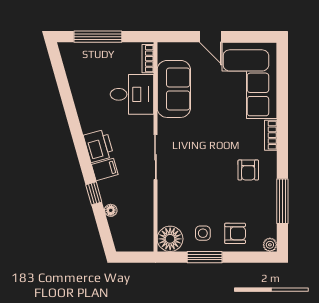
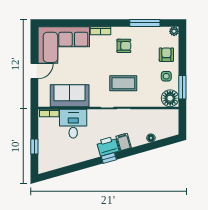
window: (98, 37) -> (34, 147), width x0.46
coffee table: (192, 169) -> (123, 83), added
window: (94, 193) -> (109, 158), moved
window: (205, 257) -> (182, 87), moved

